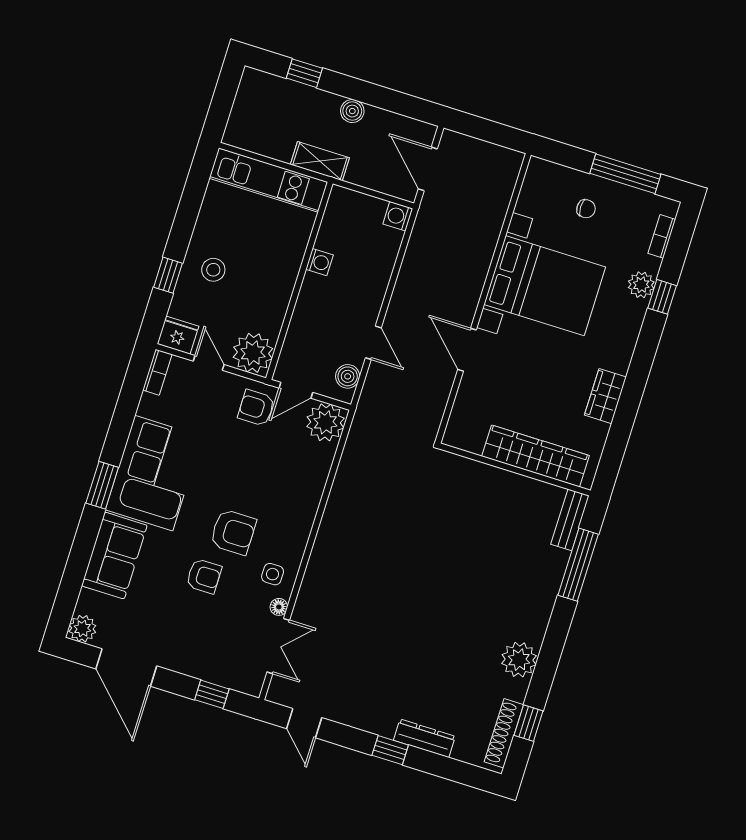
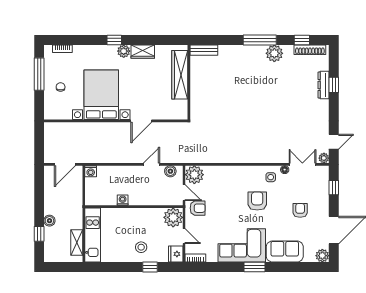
boiler: (352, 111) -> (49, 221), moved
shelving: (320, 161) -> (77, 243), moved
plant: (641, 285) -> (124, 51), moved
window: (662, 297) -> (114, 40), moved
door: (209, 363) -> (184, 236), swing flipped
armchair: (256, 408) -> (198, 208), turned -90
window: (578, 565) -> (260, 40), moved
armchair: (204, 576) -> (300, 210), moved
plant: (277, 693) -> (324, 158), added
window: (390, 750) -> (334, 85), moved

